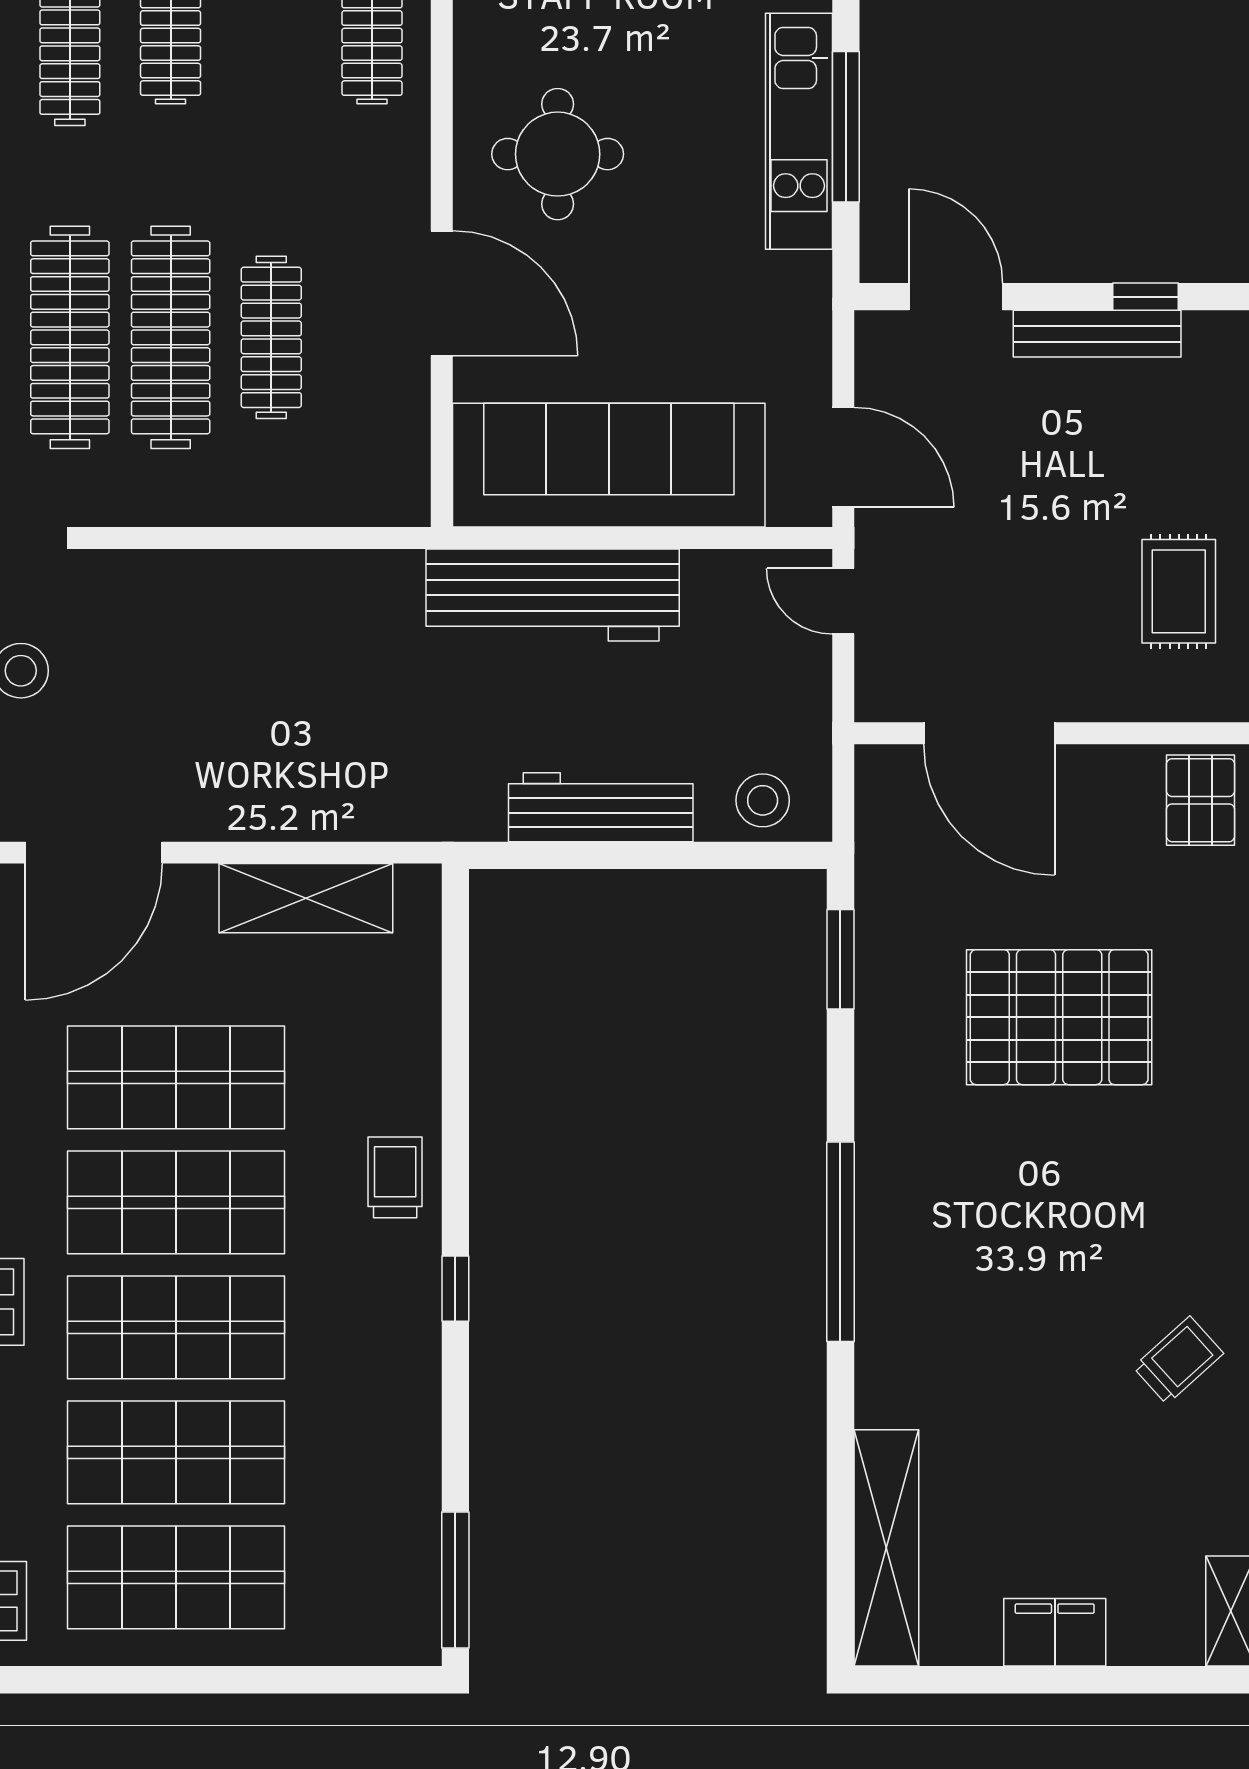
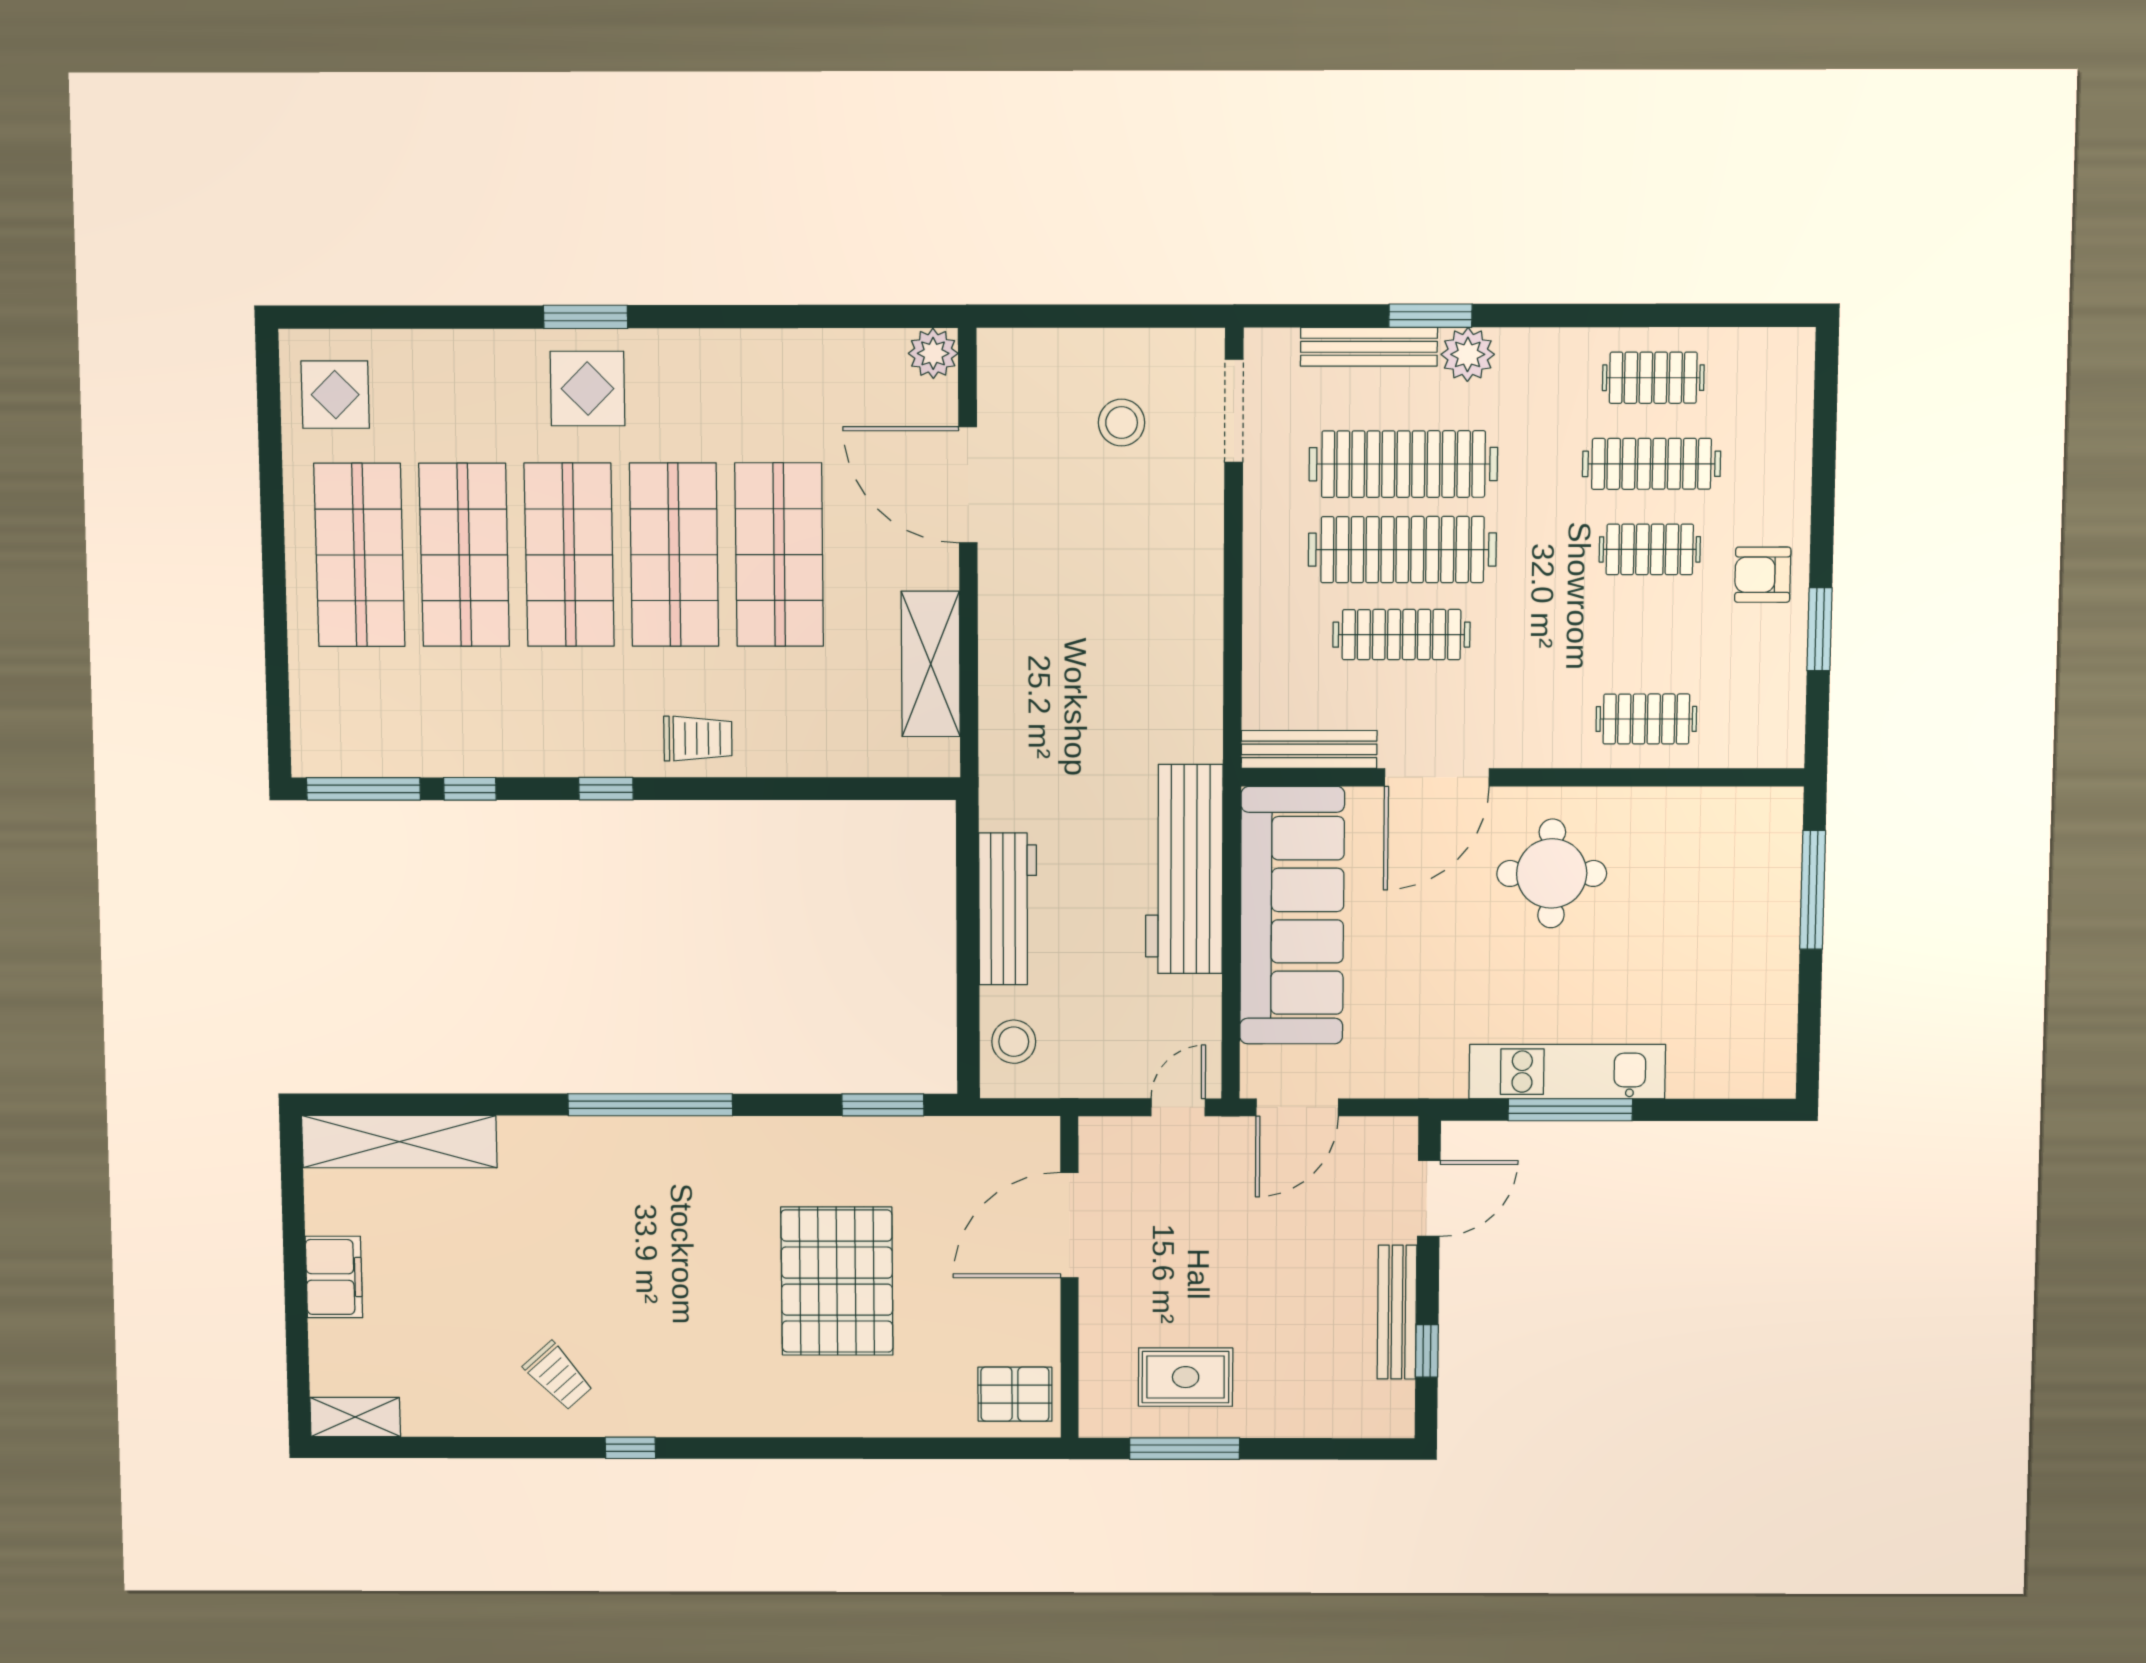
bench: (408, 446) -> (1309, 749), added
window: (455, 1452) -> (470, 789), added

